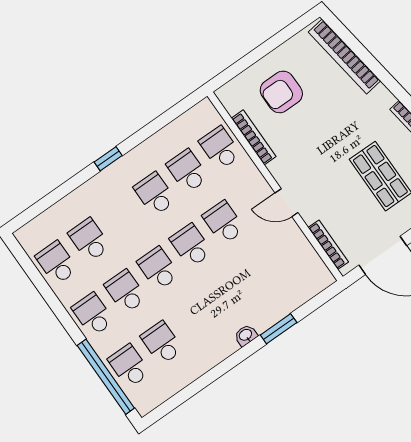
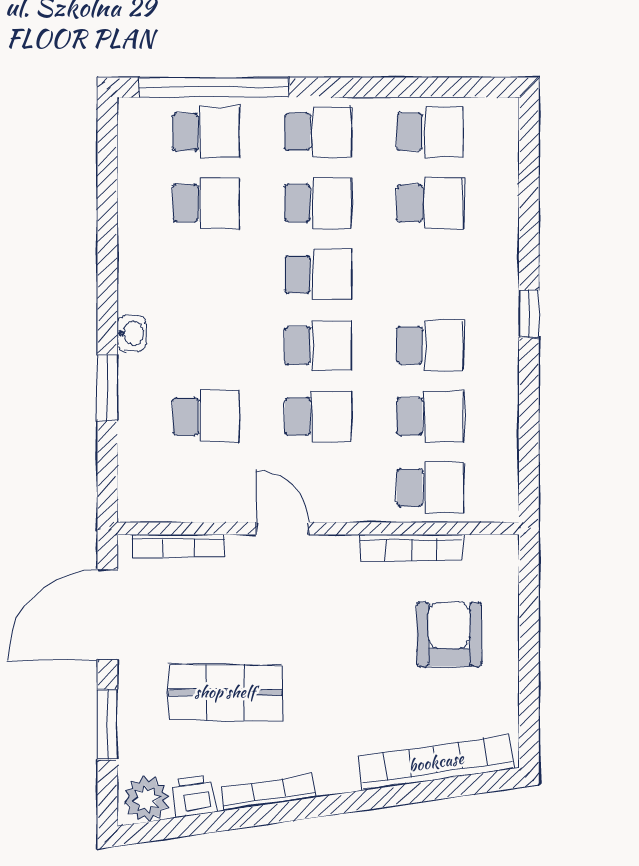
door: (287, 203) -> (283, 529), hinge flipped
school desk: (260, 274) -> (206, 417), added

